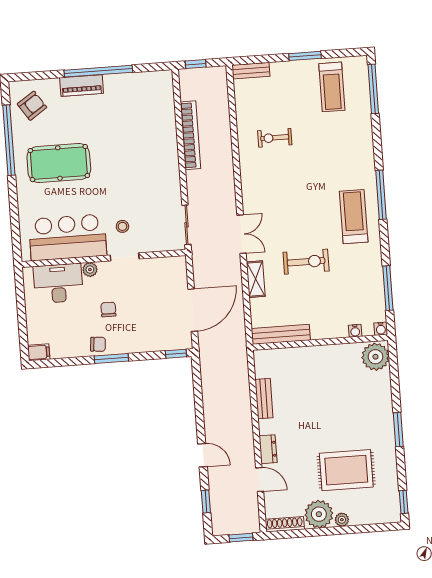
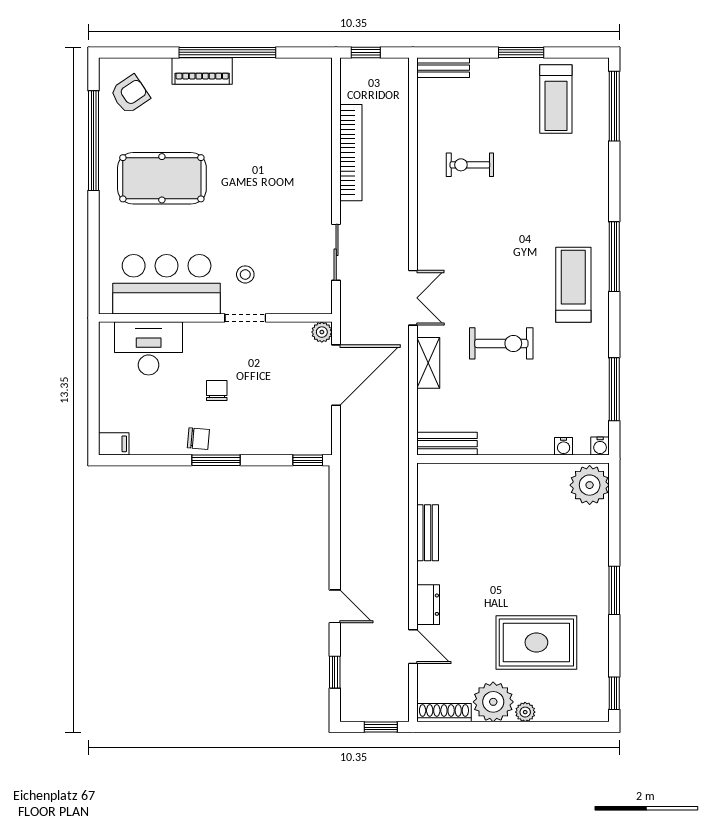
sliding door: (186, 225) -> (336, 252), moved
plant: (90, 270) -> (322, 332), moved
door: (193, 310) -> (336, 375), moved
bench: (281, 334) -> (447, 444), width x0.73

